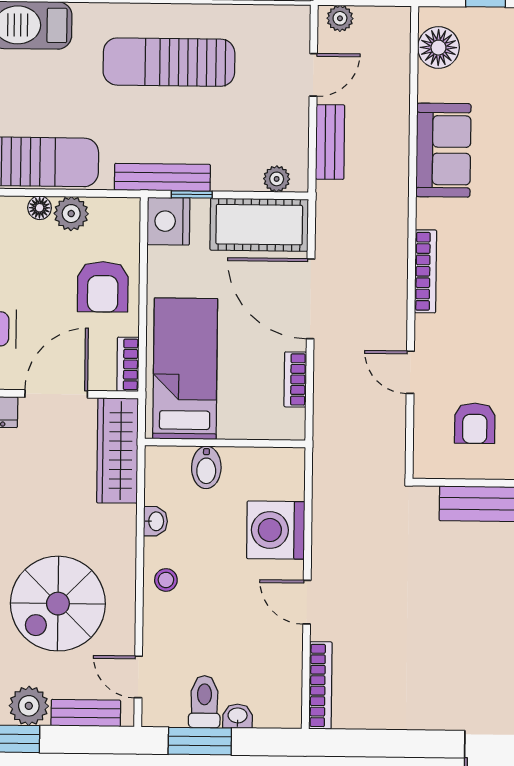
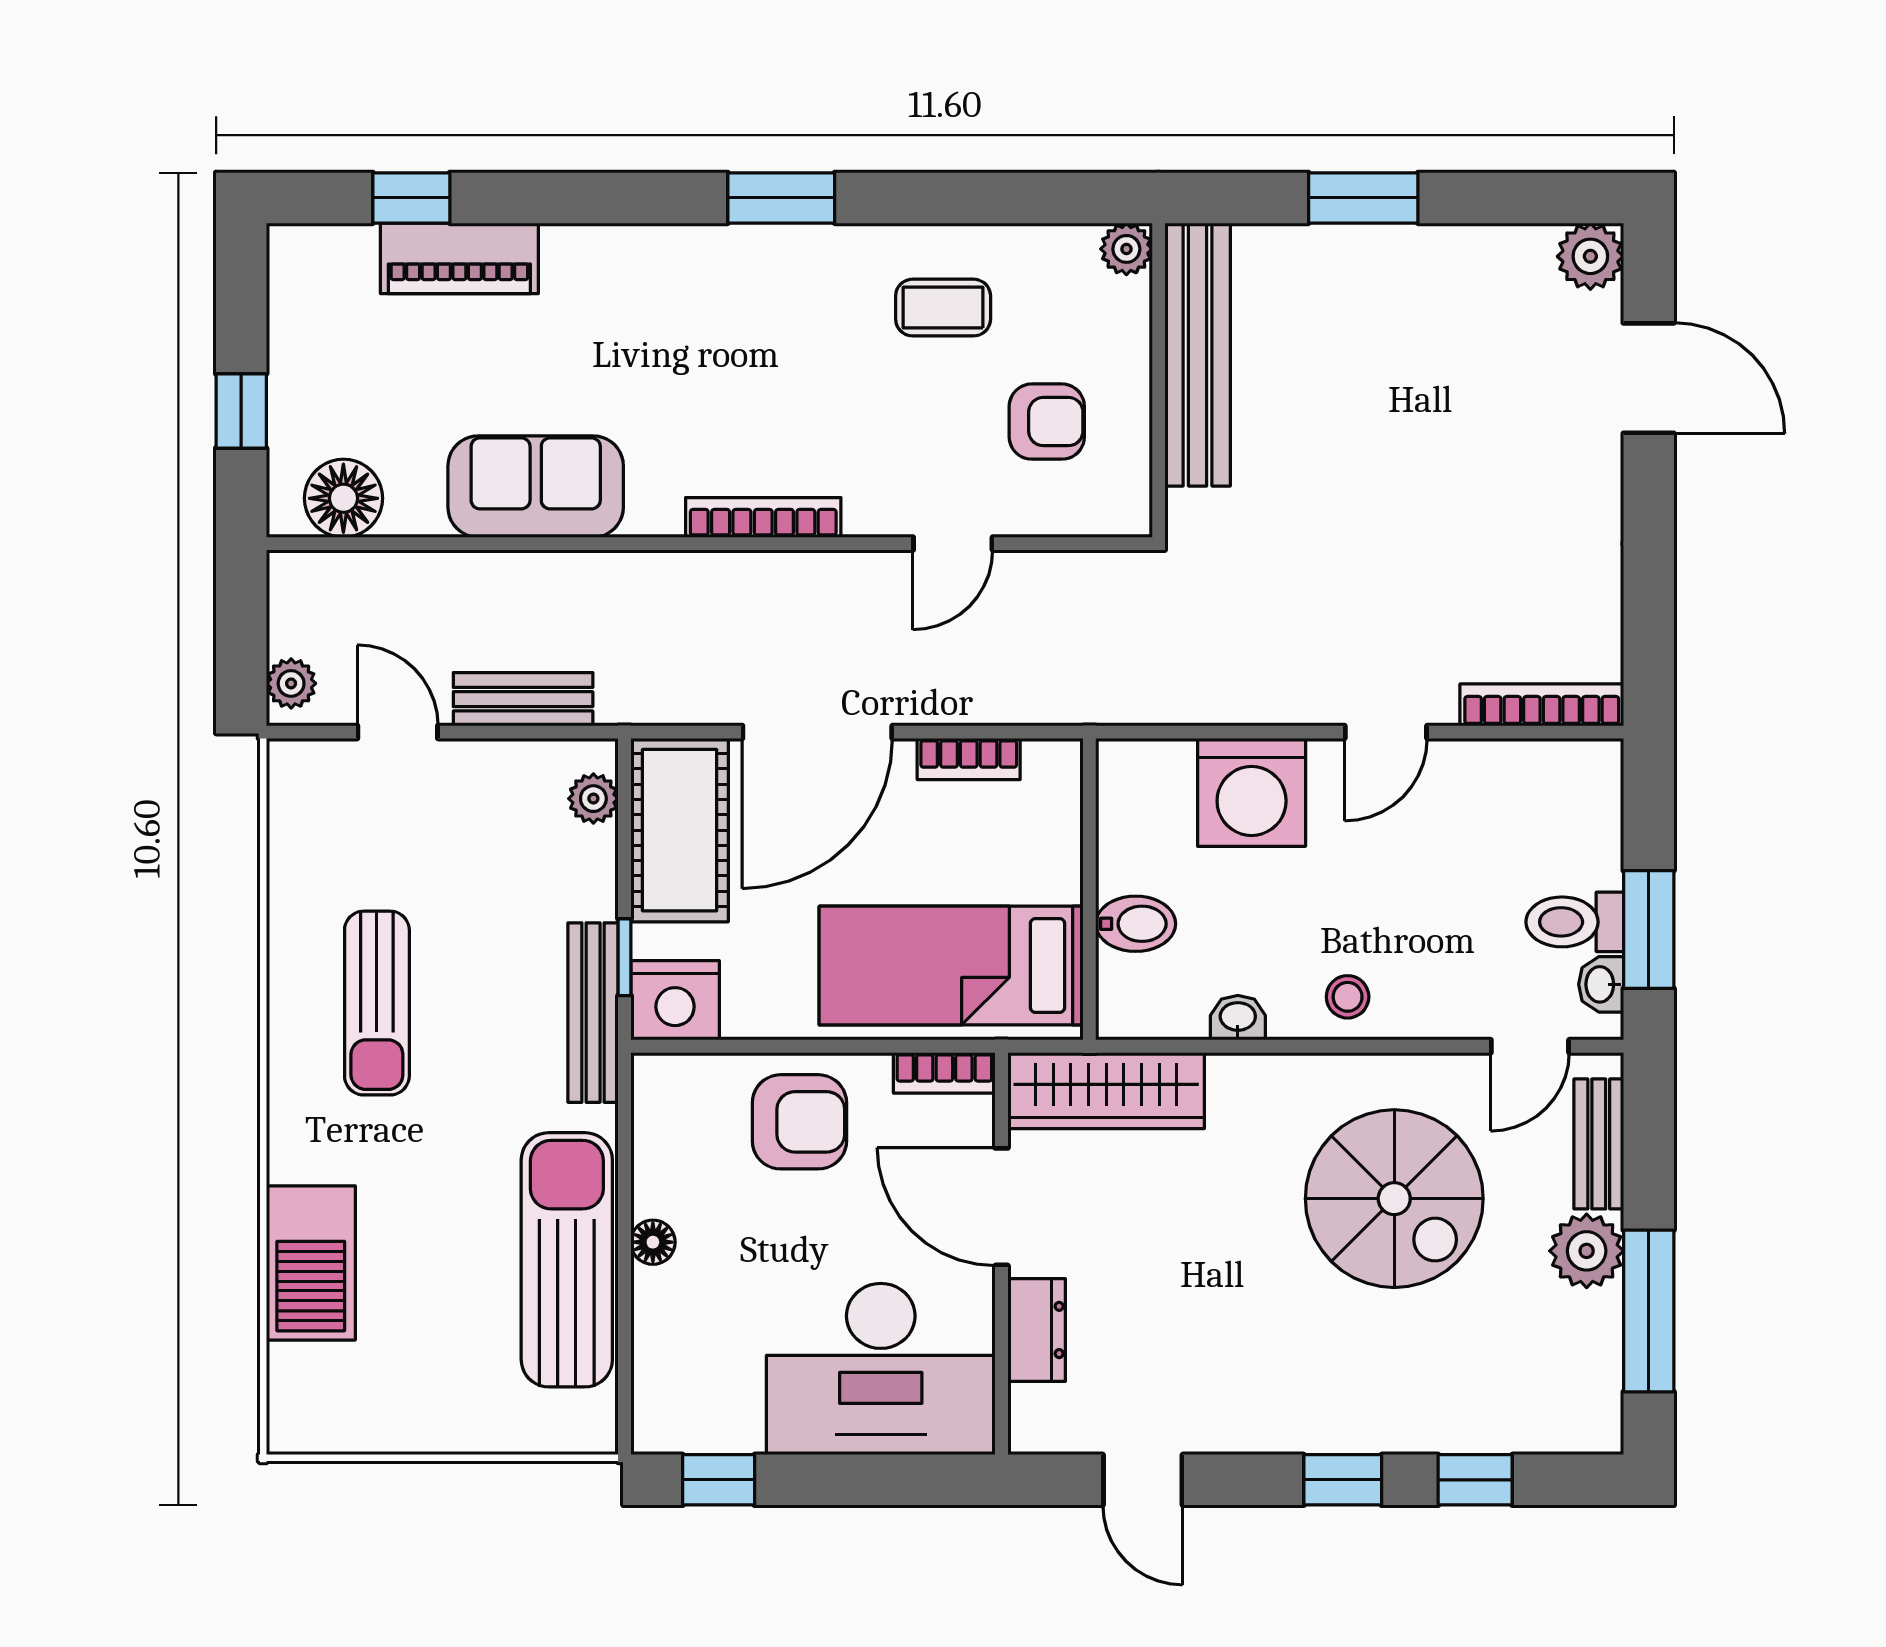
sun lounger: (169, 62) -> (377, 1003), width x0.73, depth x0.75
plant: (71, 214) -> (663, 1183), removed
washbasin: (238, 716) -> (1601, 984), moved

